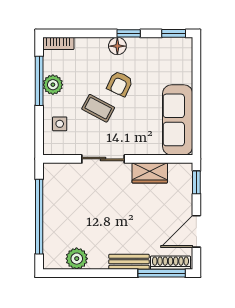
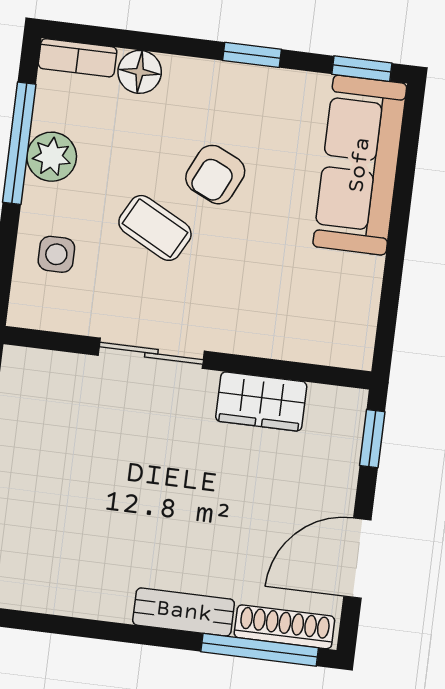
floor lamp: (117, 46) -> (140, 72), moved
sofa: (178, 120) -> (360, 165), moved
plant: (77, 259) -> (57, 588), removed

